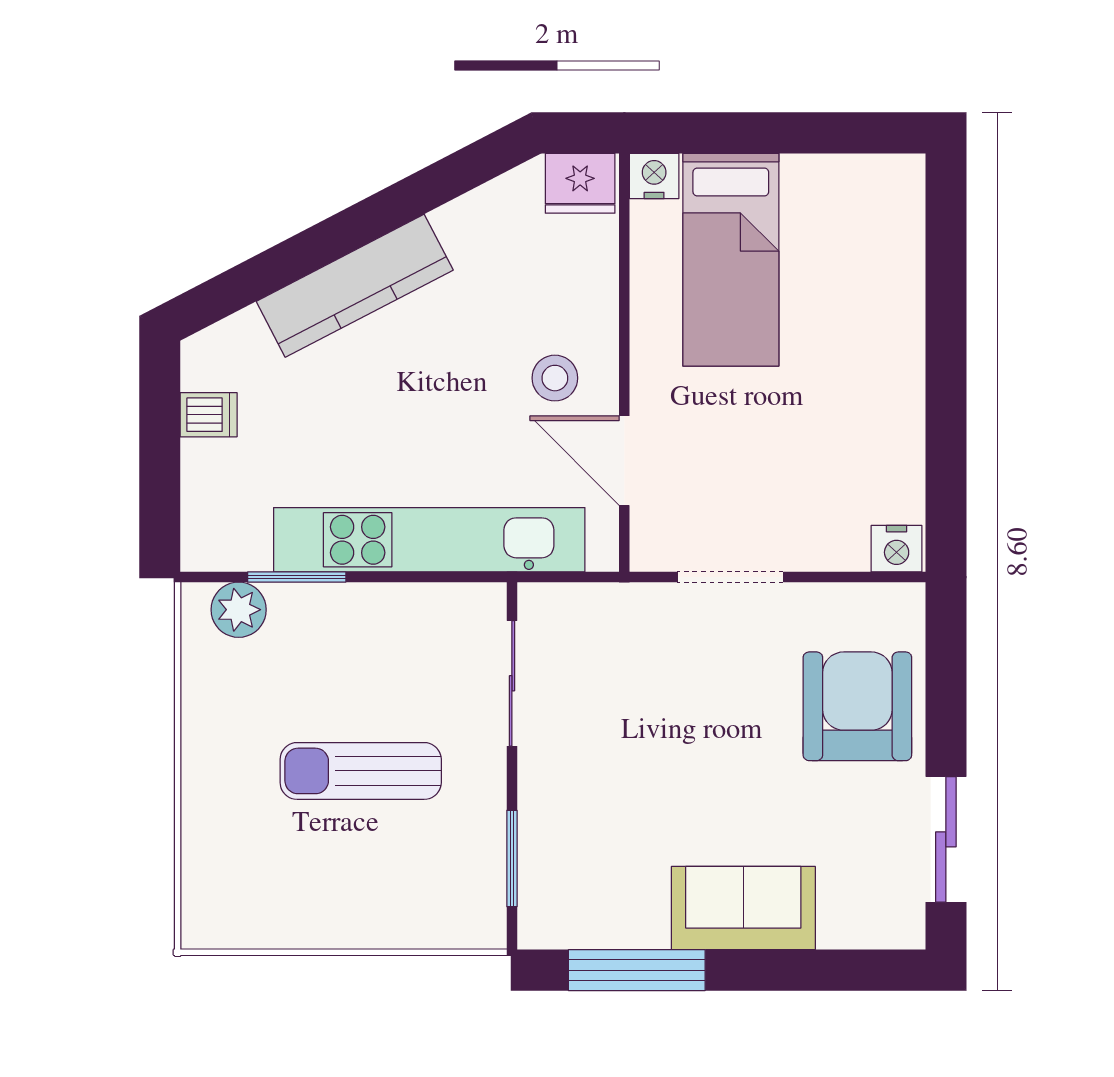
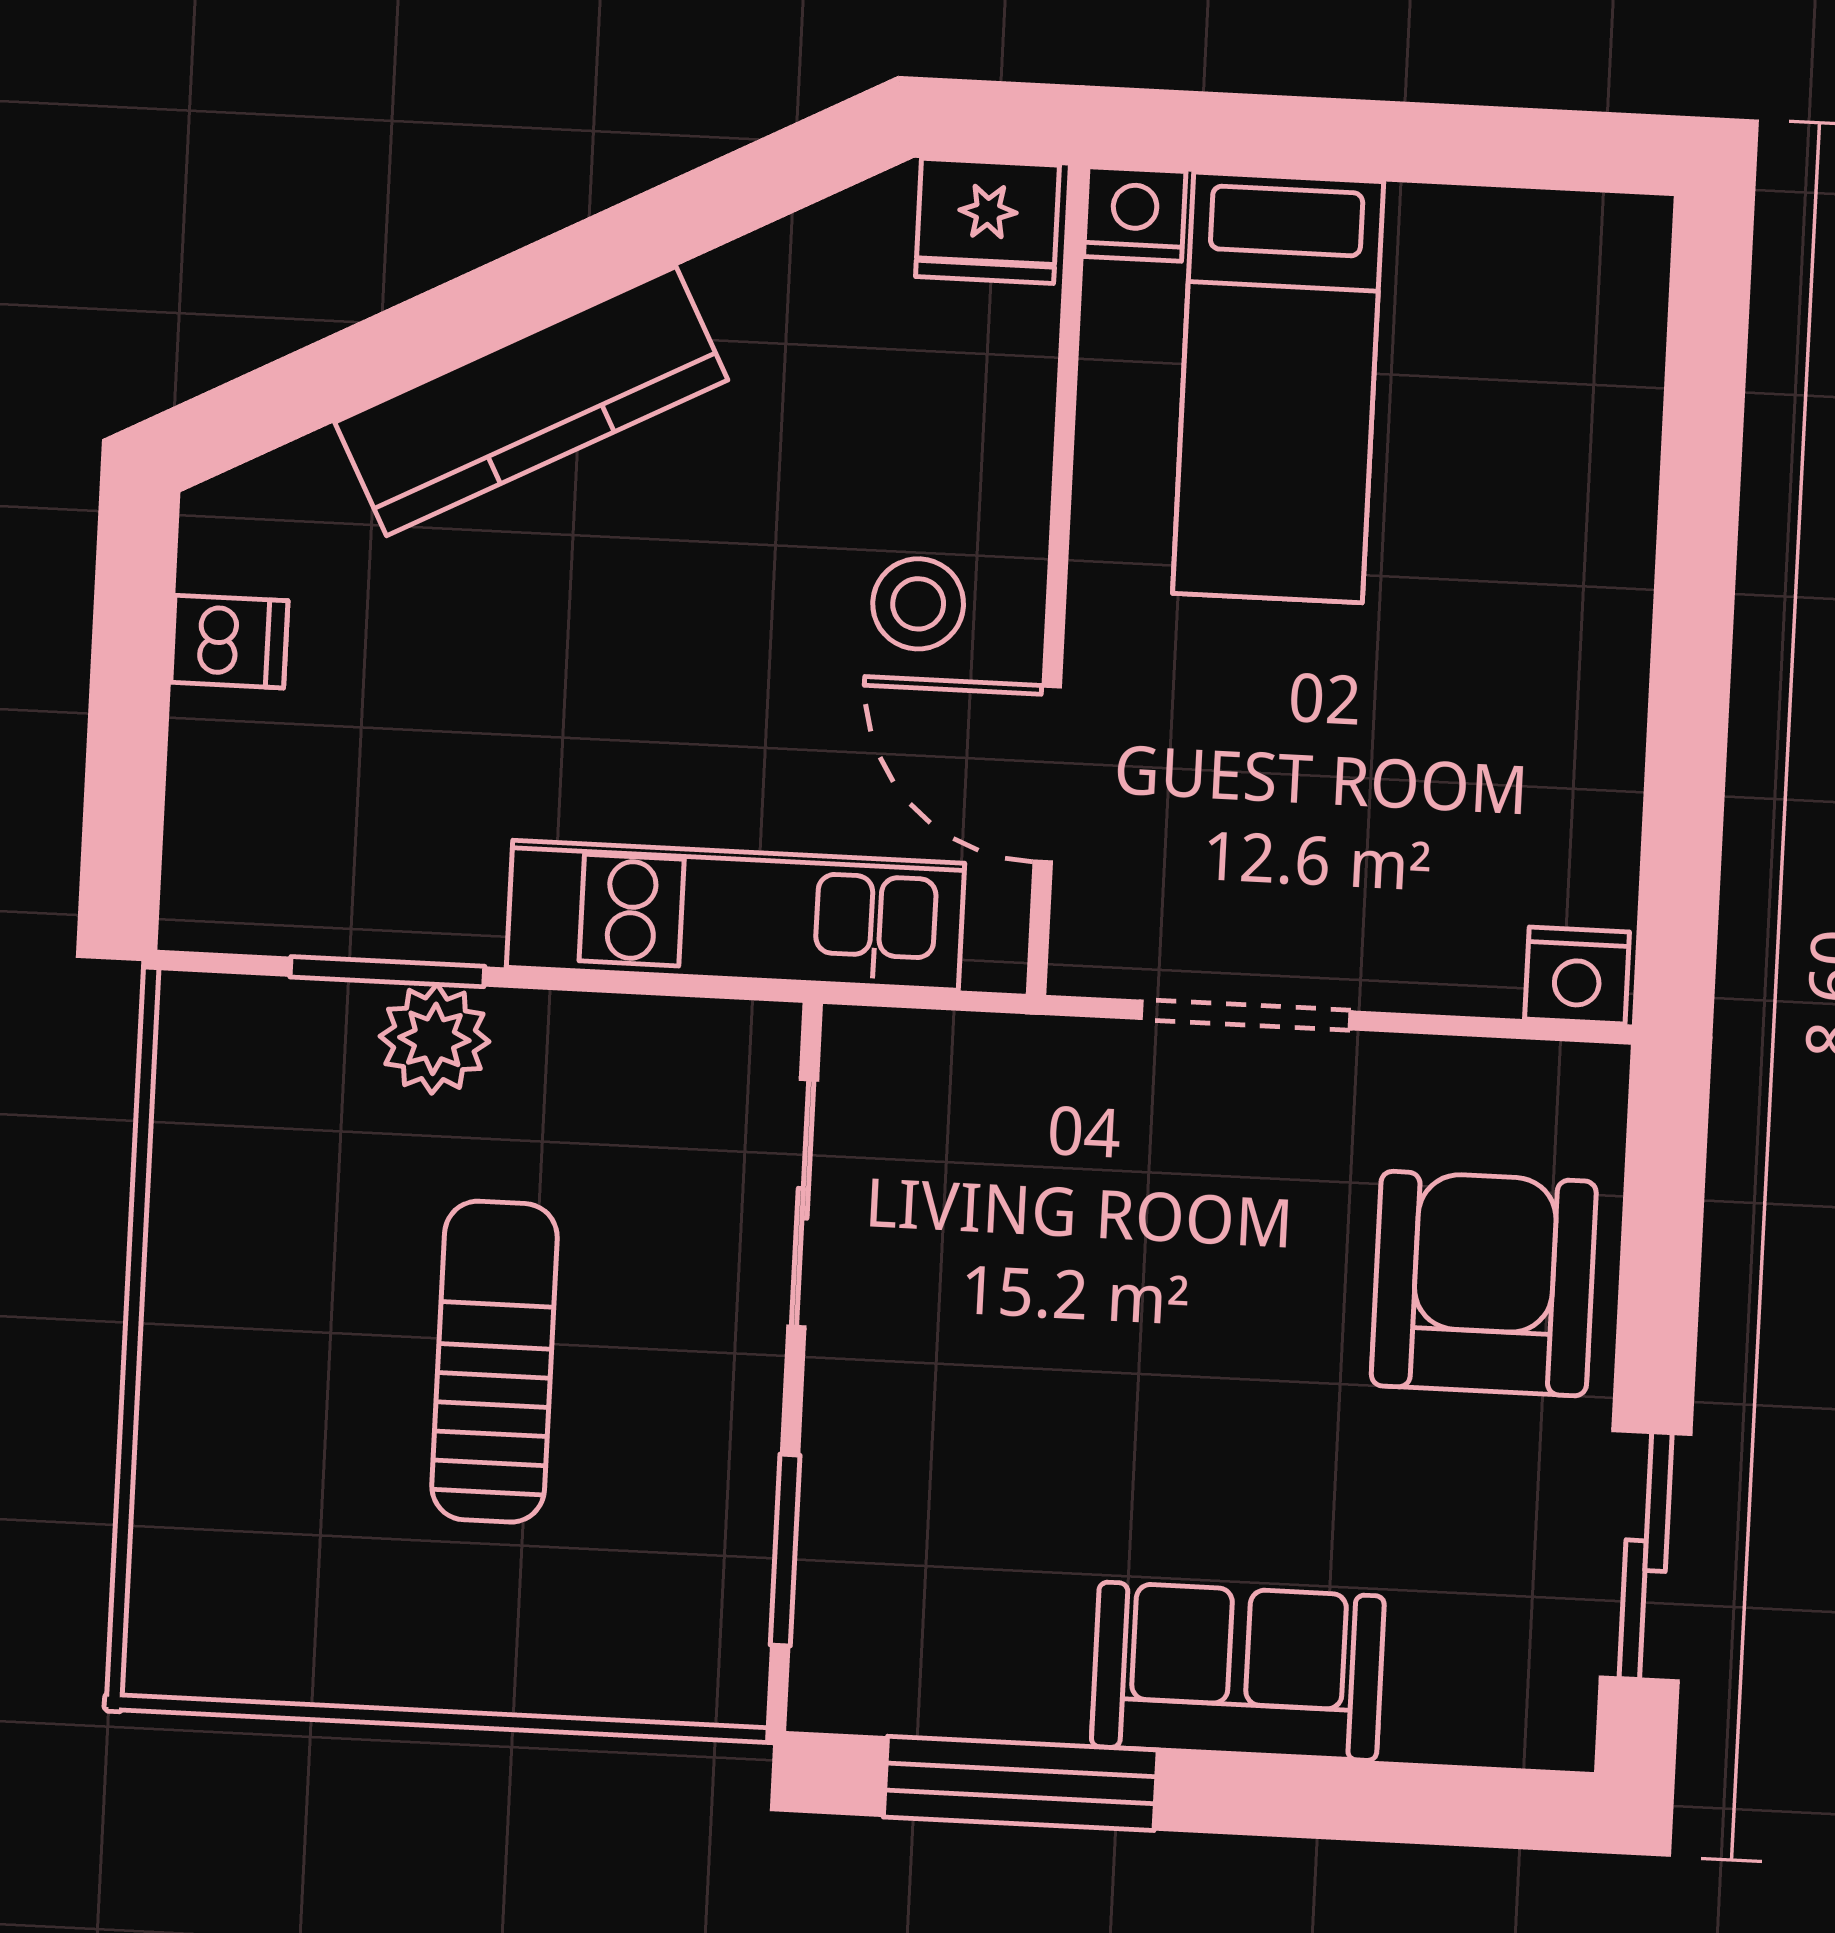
kitchen unit: (429, 540) -> (736, 915), width x0.73
plant: (239, 610) -> (434, 1039), moved
sun lounger: (361, 771) -> (494, 1362), turned 90

